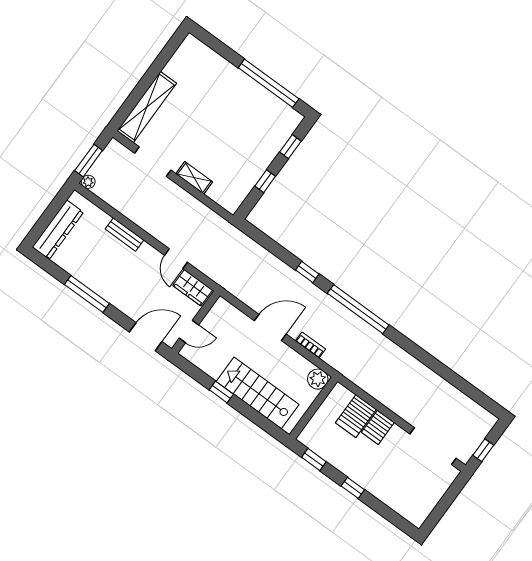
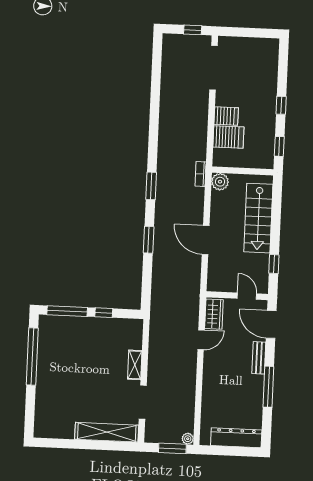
window: (290, 147) -> (67, 311), width x2.17
bench: (125, 235) -> (259, 358), moved
window: (307, 272) -> (149, 240), width x1.50
window: (358, 309) -> (151, 186), width x0.47
bookcase: (310, 345) -> (201, 174), moved
window: (221, 392) -> (274, 264), moved

